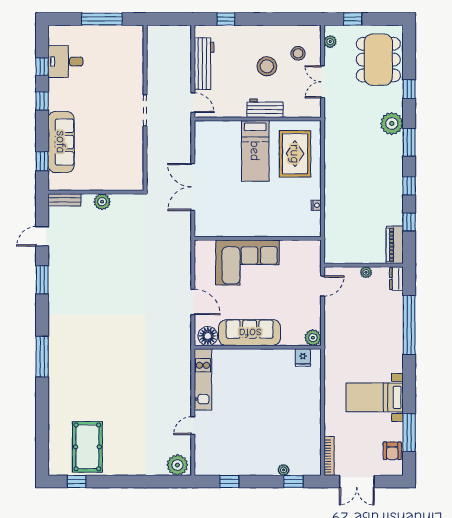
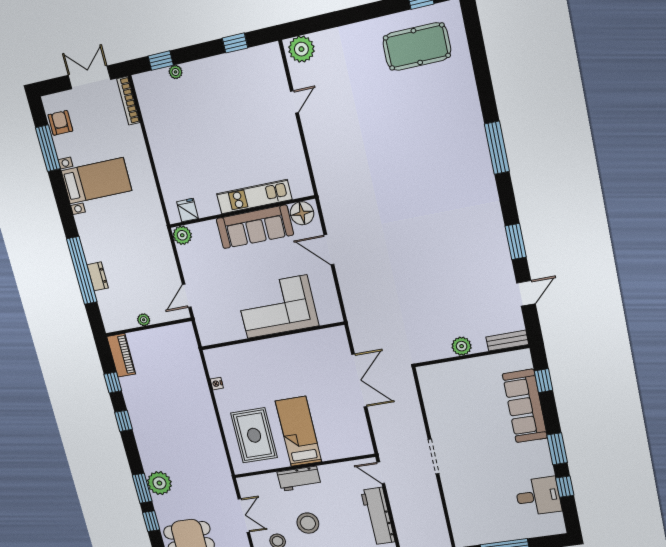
window: (42, 101) -> (557, 449), width x1.50
window: (409, 142) -> (142, 488), moved
dresser: (396, 279) -> (98, 276), moved
kitchen unit: (203, 379) -> (254, 197), moved, turned 90
pool table: (87, 447) -> (417, 47), turned 90

